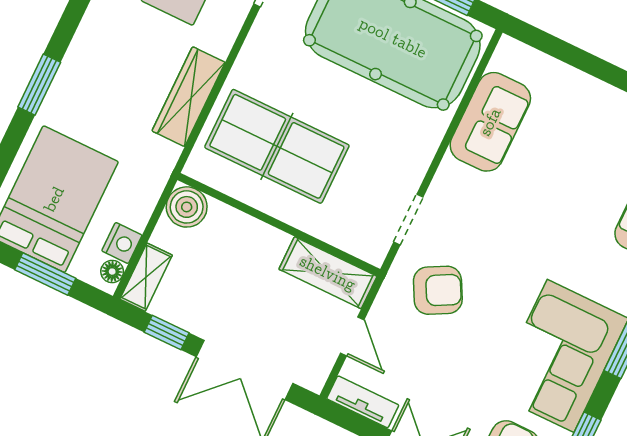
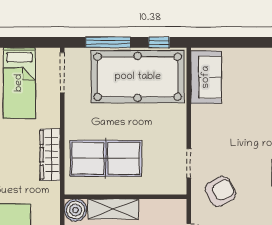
sofa: (490, 122) -> (206, 77), moved
shelving: (328, 273) -> (113, 209), moved

